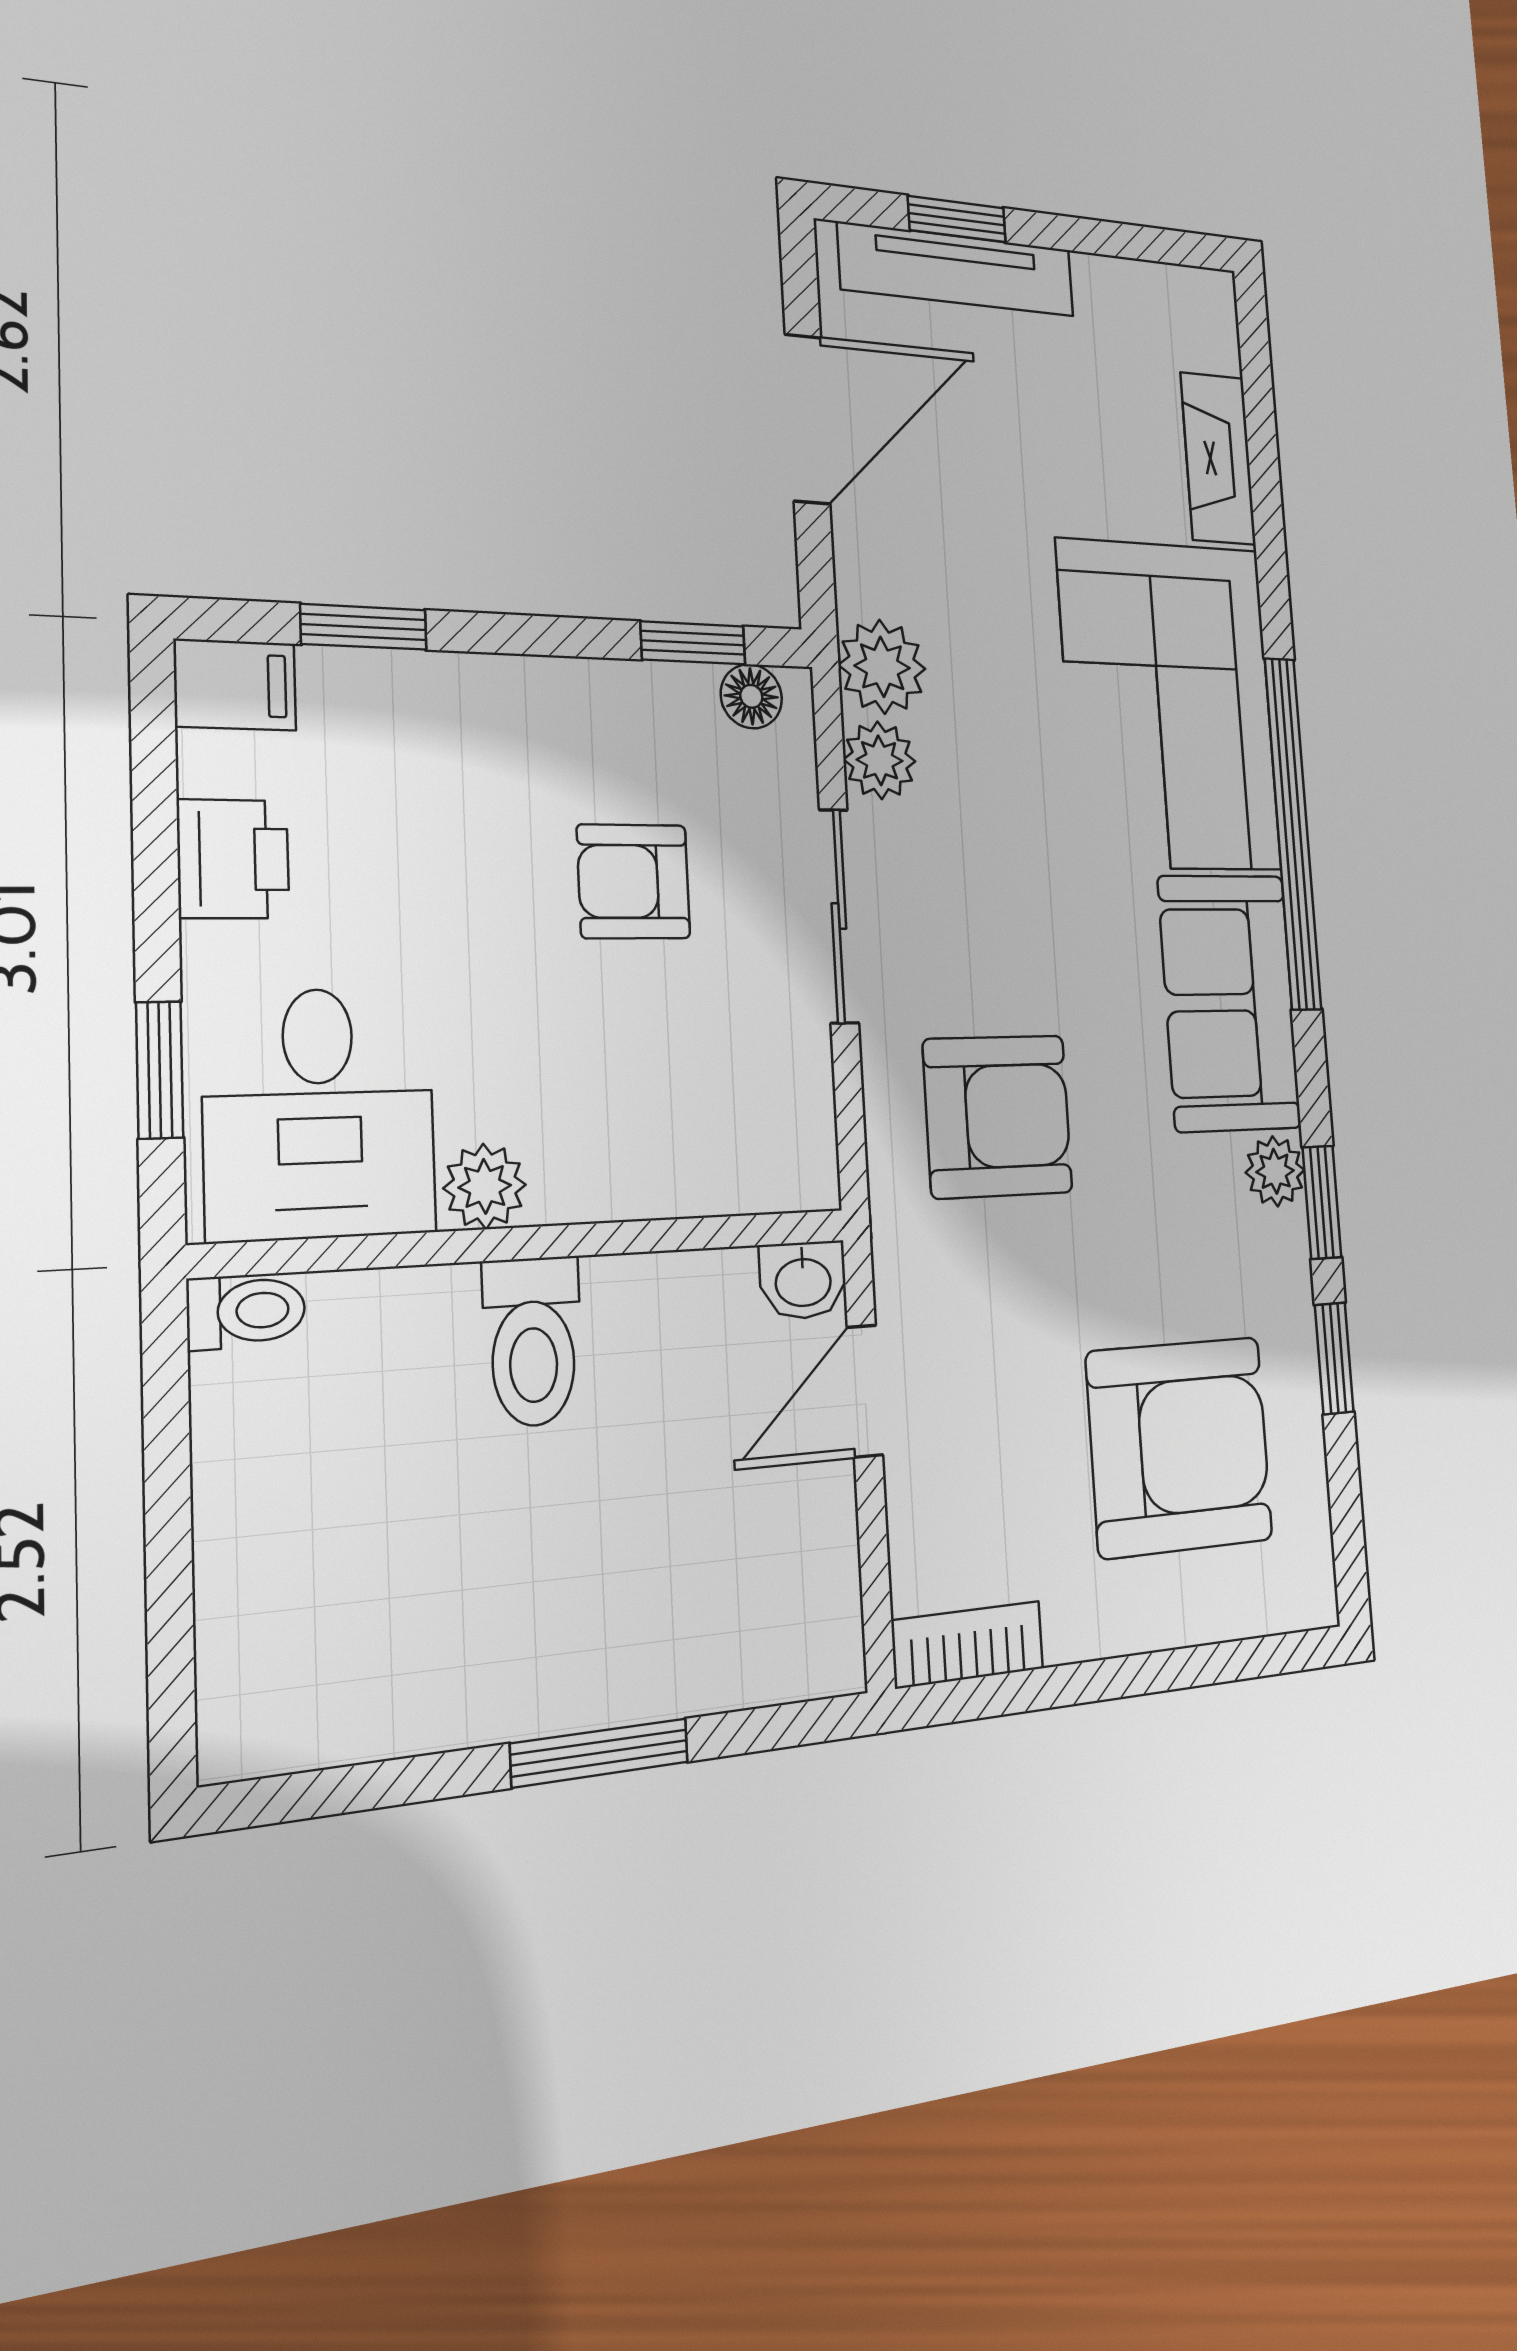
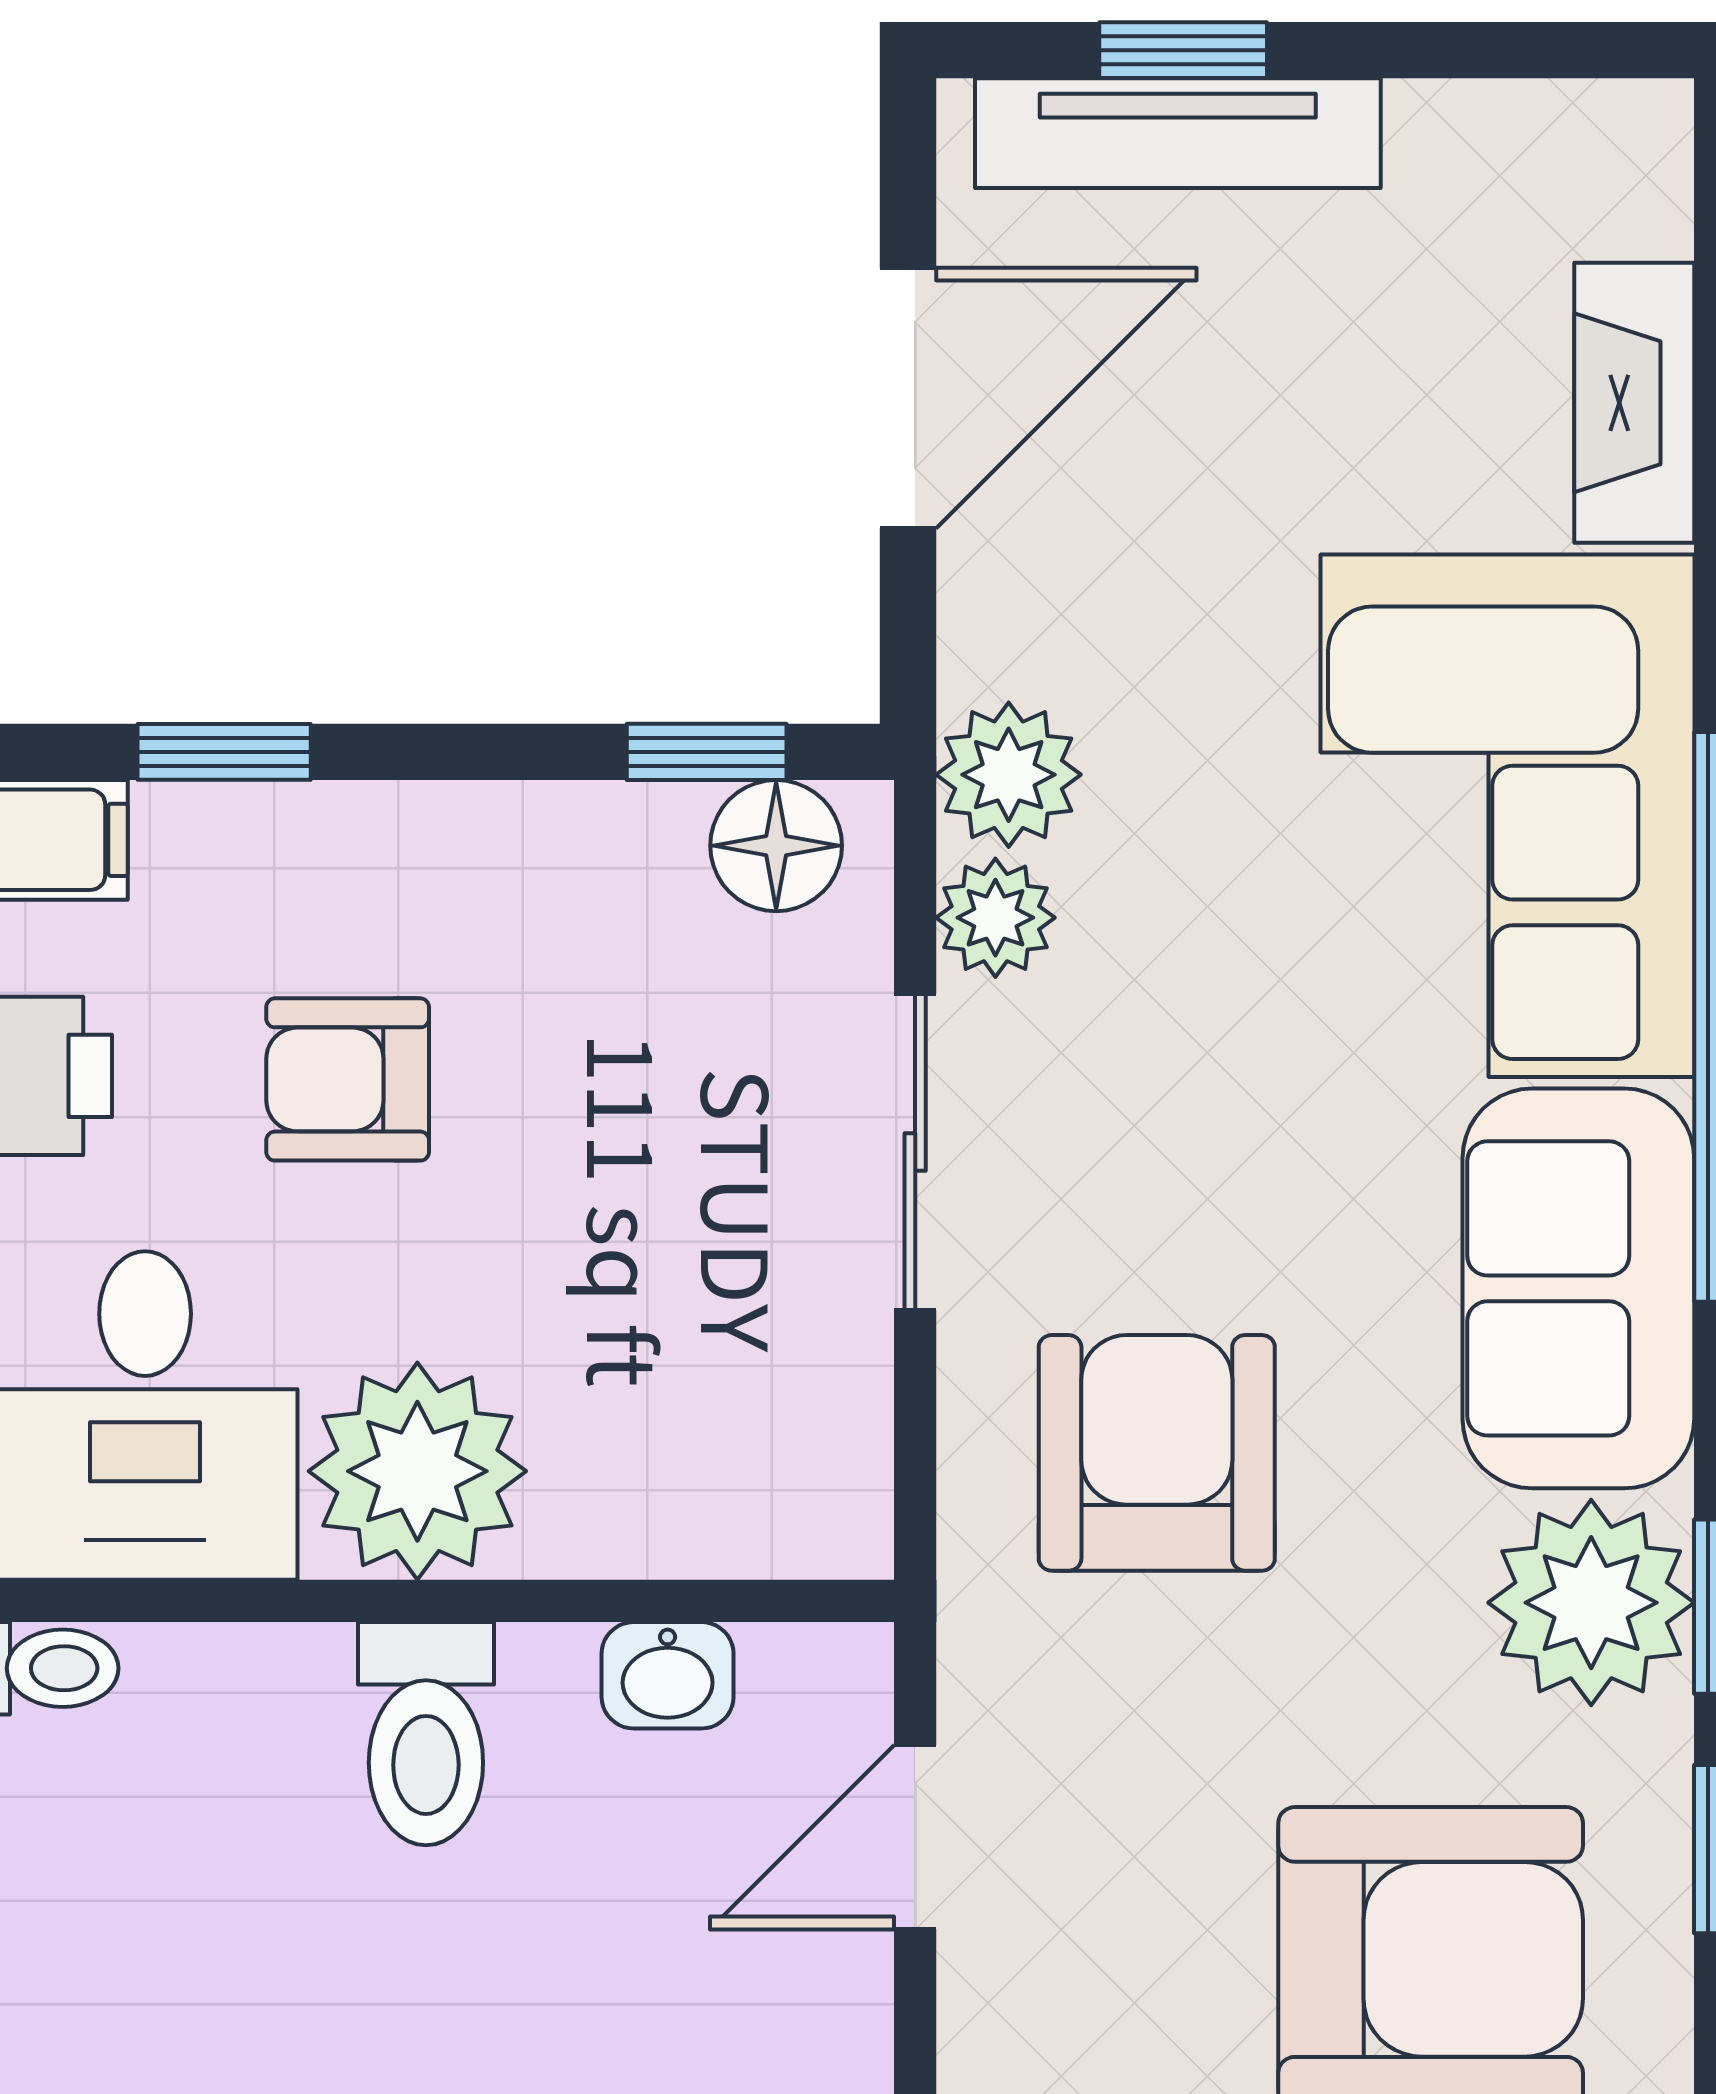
floor lamp: (751, 696) -> (776, 846), width x1.37, depth x1.37
armchair: (634, 881) -> (348, 1079), moved
armchair: (998, 1116) -> (1157, 1453), turned -90
plant: (1275, 1171) -> (1591, 1603), width x1.87, depth x1.87
plant: (485, 1186) -> (417, 1471), width x1.87, depth x1.87
washbasin: (803, 1280) -> (668, 1675), moved

